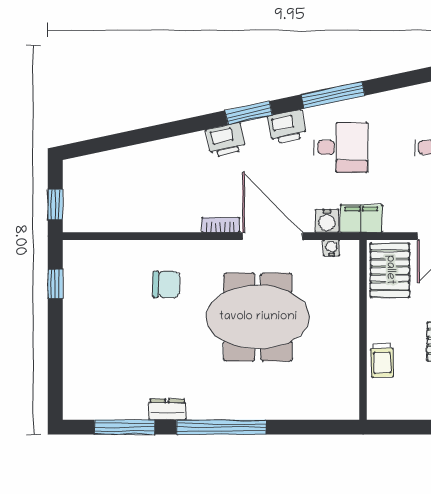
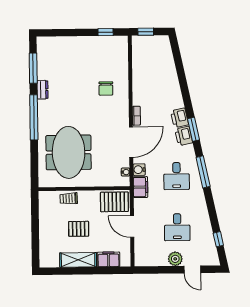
printer: (287, 127) -> (184, 136), moved
meeting table: (258, 317) -> (69, 152), moved

